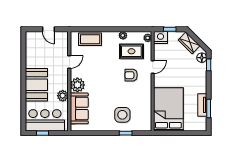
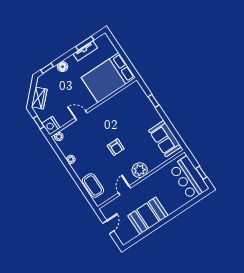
rug: (131, 51) -> (80, 143), removed
floor lamp: (202, 58) -> (63, 67), moved
door: (69, 62) -> (124, 190), hinge flipped
armchair: (131, 75) -> (116, 147), moved
booth: (36, 85) -> (148, 216), moved
plant: (63, 96) -> (157, 177), removed
sofa: (79, 108) -> (165, 139), moved, turned -90
side table: (122, 115) -> (140, 114), removed

